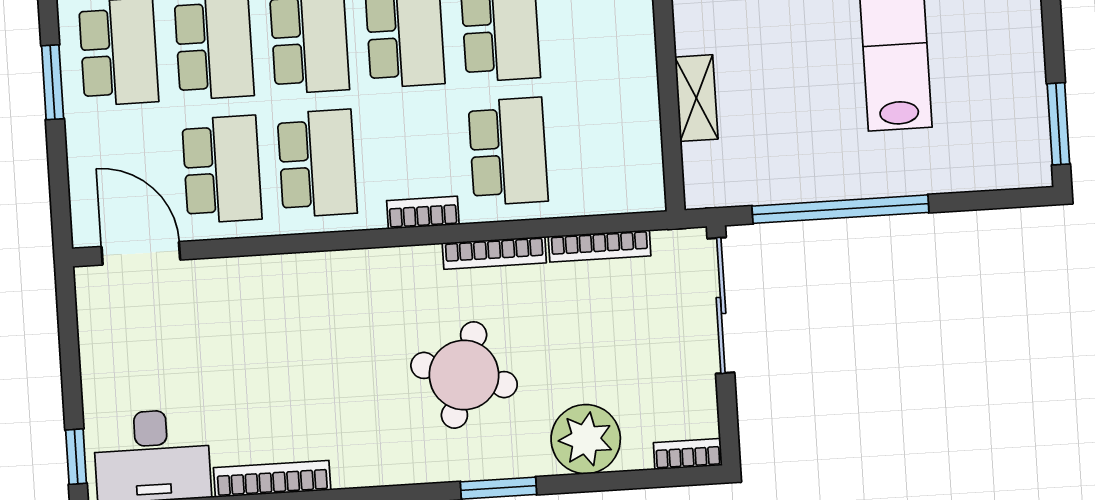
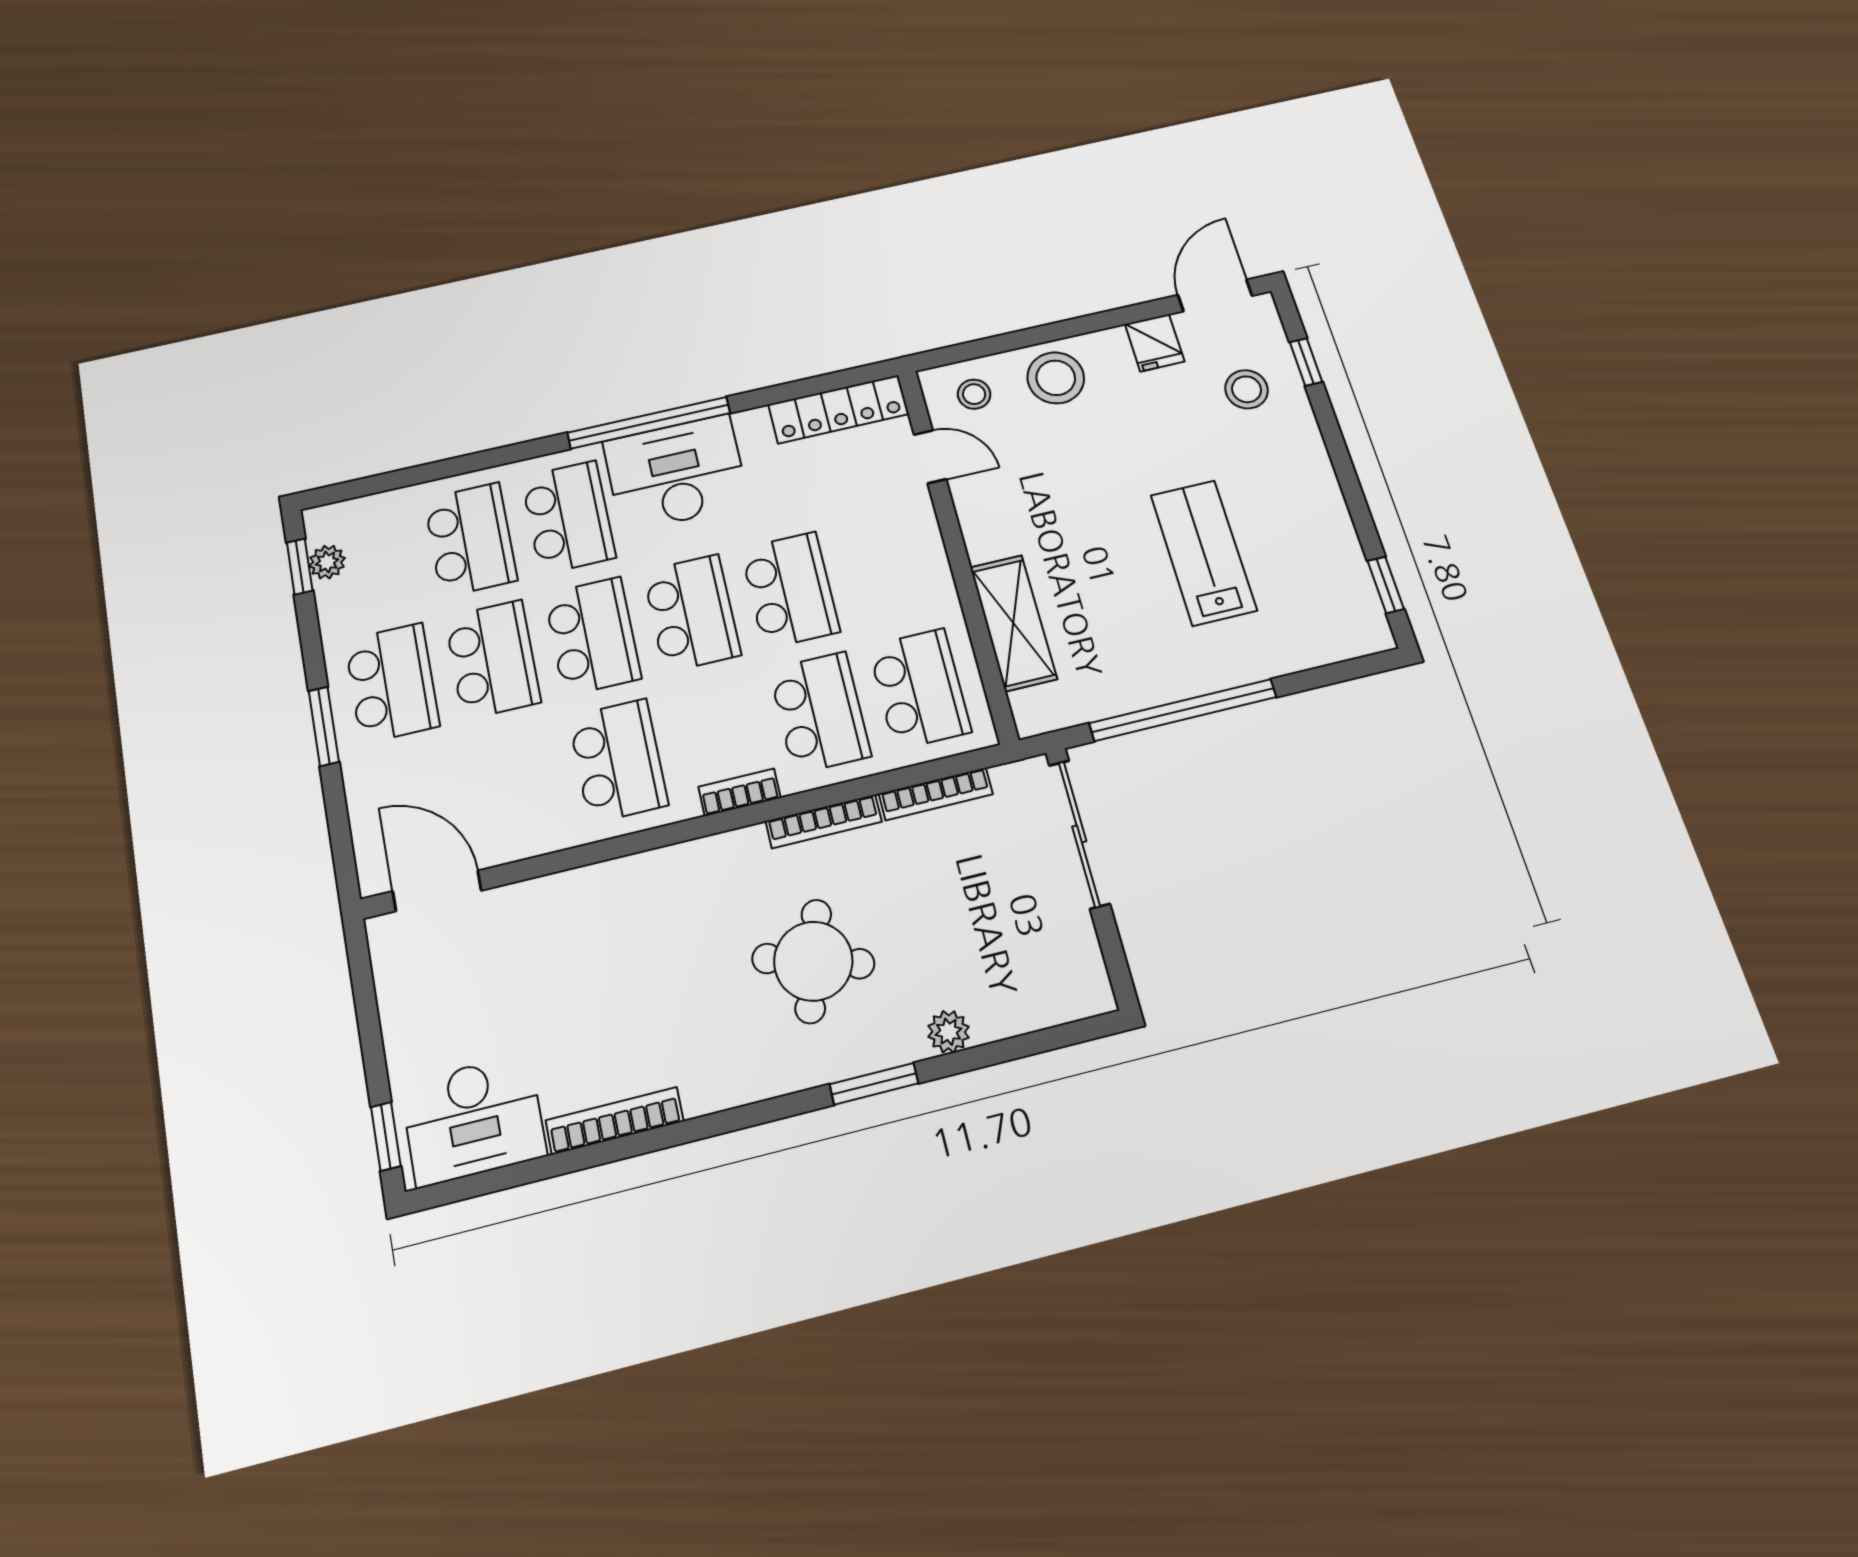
shelving: (696, 98) -> (1013, 623), width x1.50, depth x1.33
window: (1058, 124) -> (1386, 585), width x0.67
school desk: (222, 169) -> (920, 689), moved
plant: (586, 439) -> (949, 1032), width x0.53, depth x0.53
bookcase: (688, 454) -> (1079, 1005), removed

